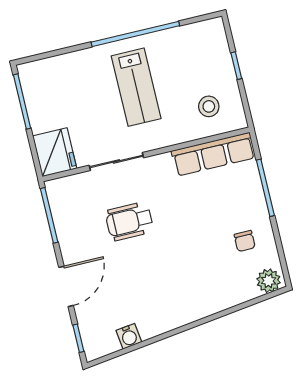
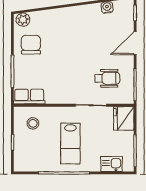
kitchen sink: (57, 69) -> (112, 164), added
lab bench: (136, 87) -> (70, 143), turned 180
row of seats: (213, 154) -> (29, 97), width x0.68
wheelchair: (129, 221) -> (107, 78), moved
chair: (245, 241) -> (31, 45), width x1.87, depth x1.87

